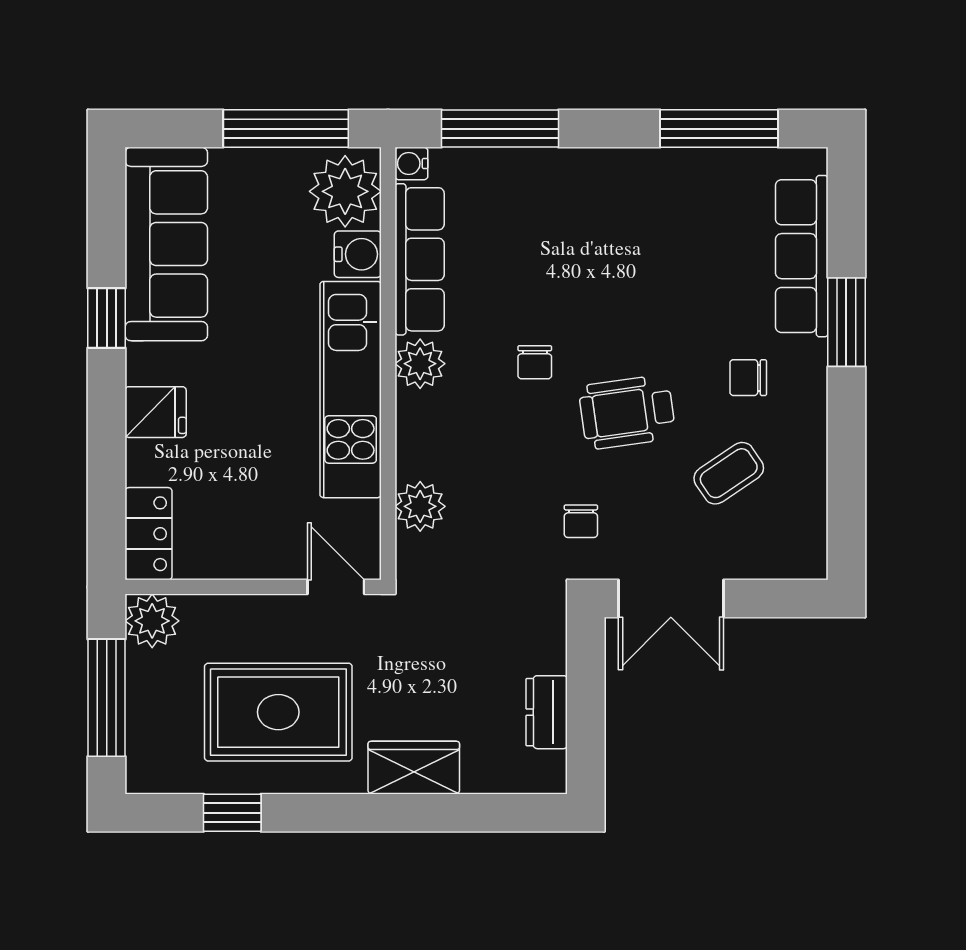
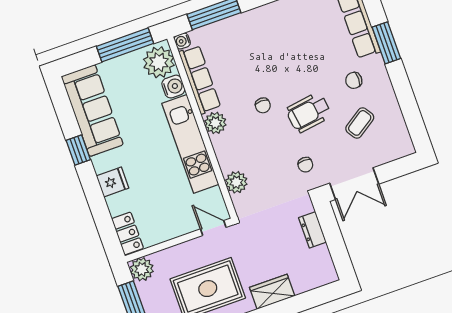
dresser: (547, 712) -> (312, 230), moved

